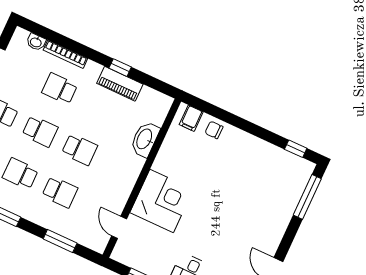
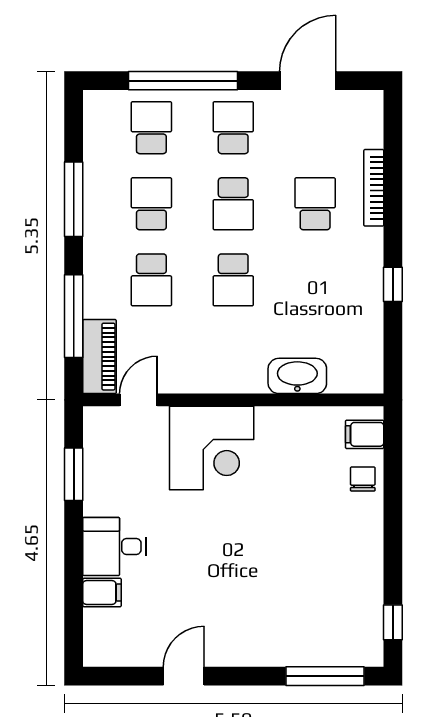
washbasin: (36, 42) -> (372, 132), removed
piano: (120, 84) -> (99, 357), moved, turned 180
window: (60, 241) -> (74, 316), width x1.44

